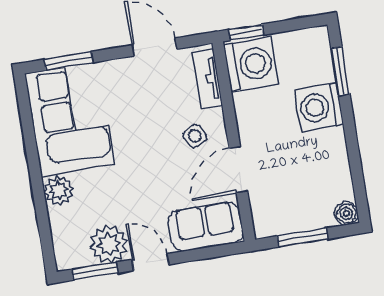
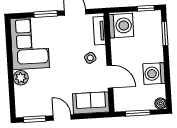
window: (246, 32) -> (146, 8), moved
window: (69, 61) -> (46, 14), moved
washing machine: (319, 107) -> (154, 74), moved
door: (238, 170) -> (110, 77), swing flipped
plant: (109, 244) -> (43, 107), removed

